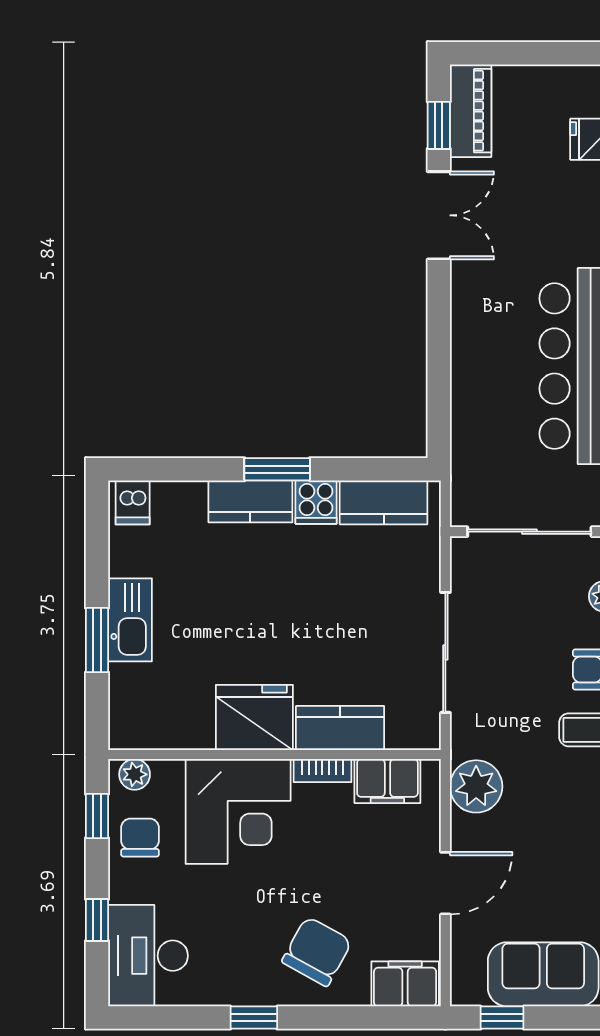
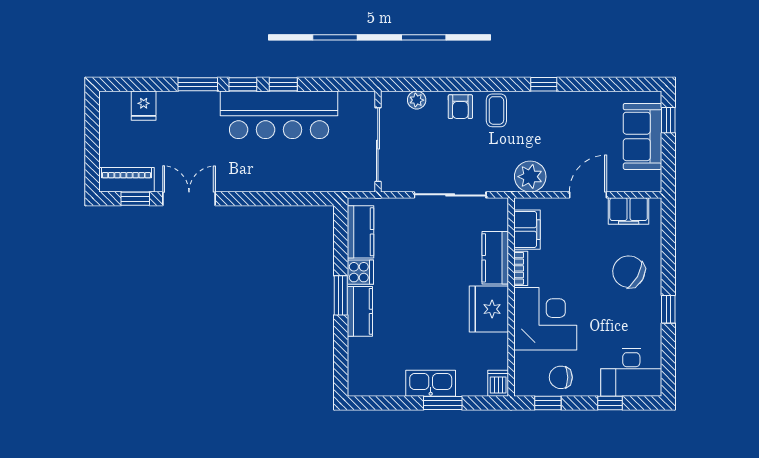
dishwasher: (133, 502) -> (498, 383), moved, turned -90
plant: (135, 774) -> (523, 381), removed
door: (445, 883) -> (588, 195), hinge flipped
filing cabinet: (405, 984) -> (629, 211), moved, turned -90
window: (502, 1018) -> (668, 120), moved

